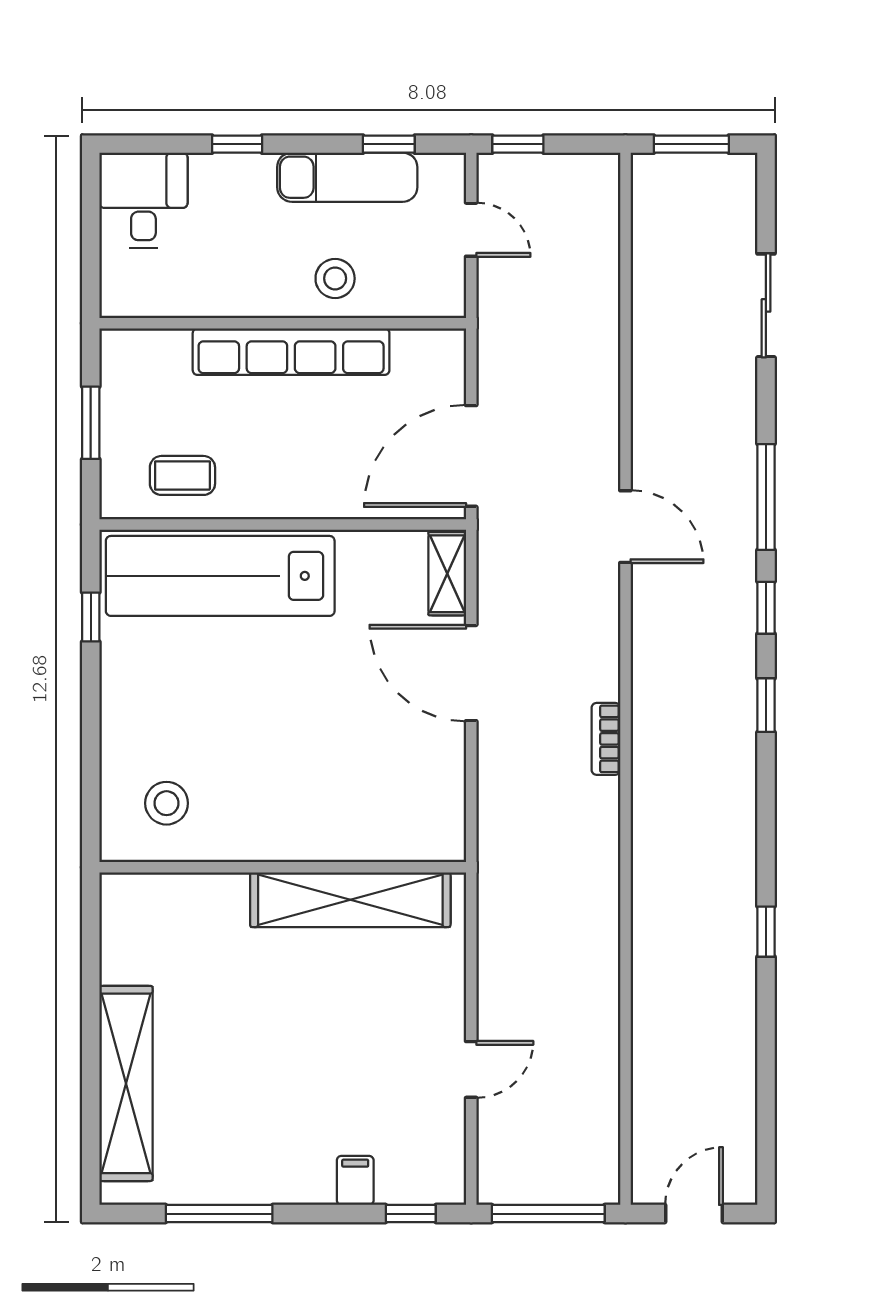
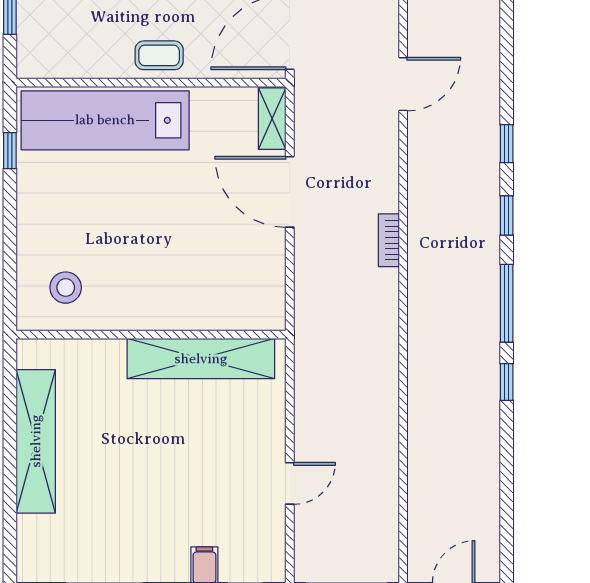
coffee table: (182, 475) -> (159, 55), moved
window: (766, 497) -> (507, 303), moved
door: (625, 527) -> (403, 84), hinge flipped
shelving: (126, 1083) -> (36, 441), moved

